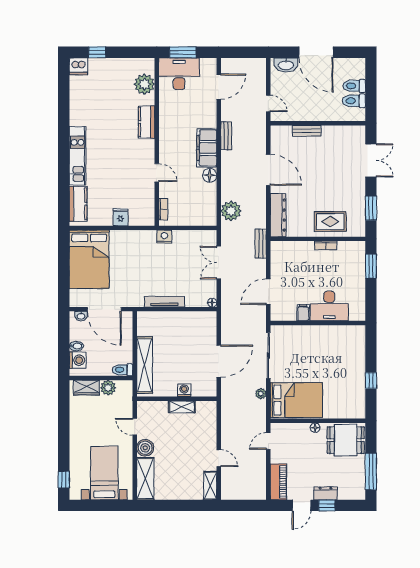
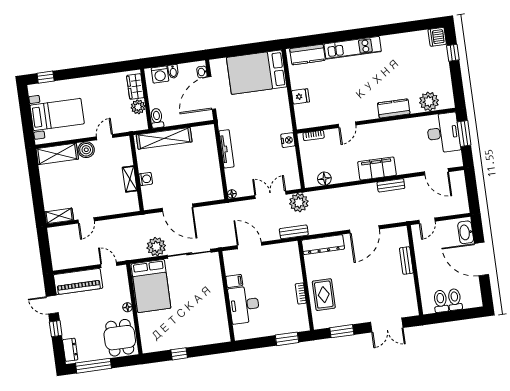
door: (316, 52) -> (481, 259), hinge flipped
floor lamp: (210, 175) -> (324, 179), moved
plant: (231, 211) -> (299, 203), moved
plant: (261, 394) -> (156, 247), width x1.87, depth x1.87
piano: (278, 482) -> (78, 281), width x1.37, depth x1.33
dresser: (325, 493) -> (70, 350), moved

